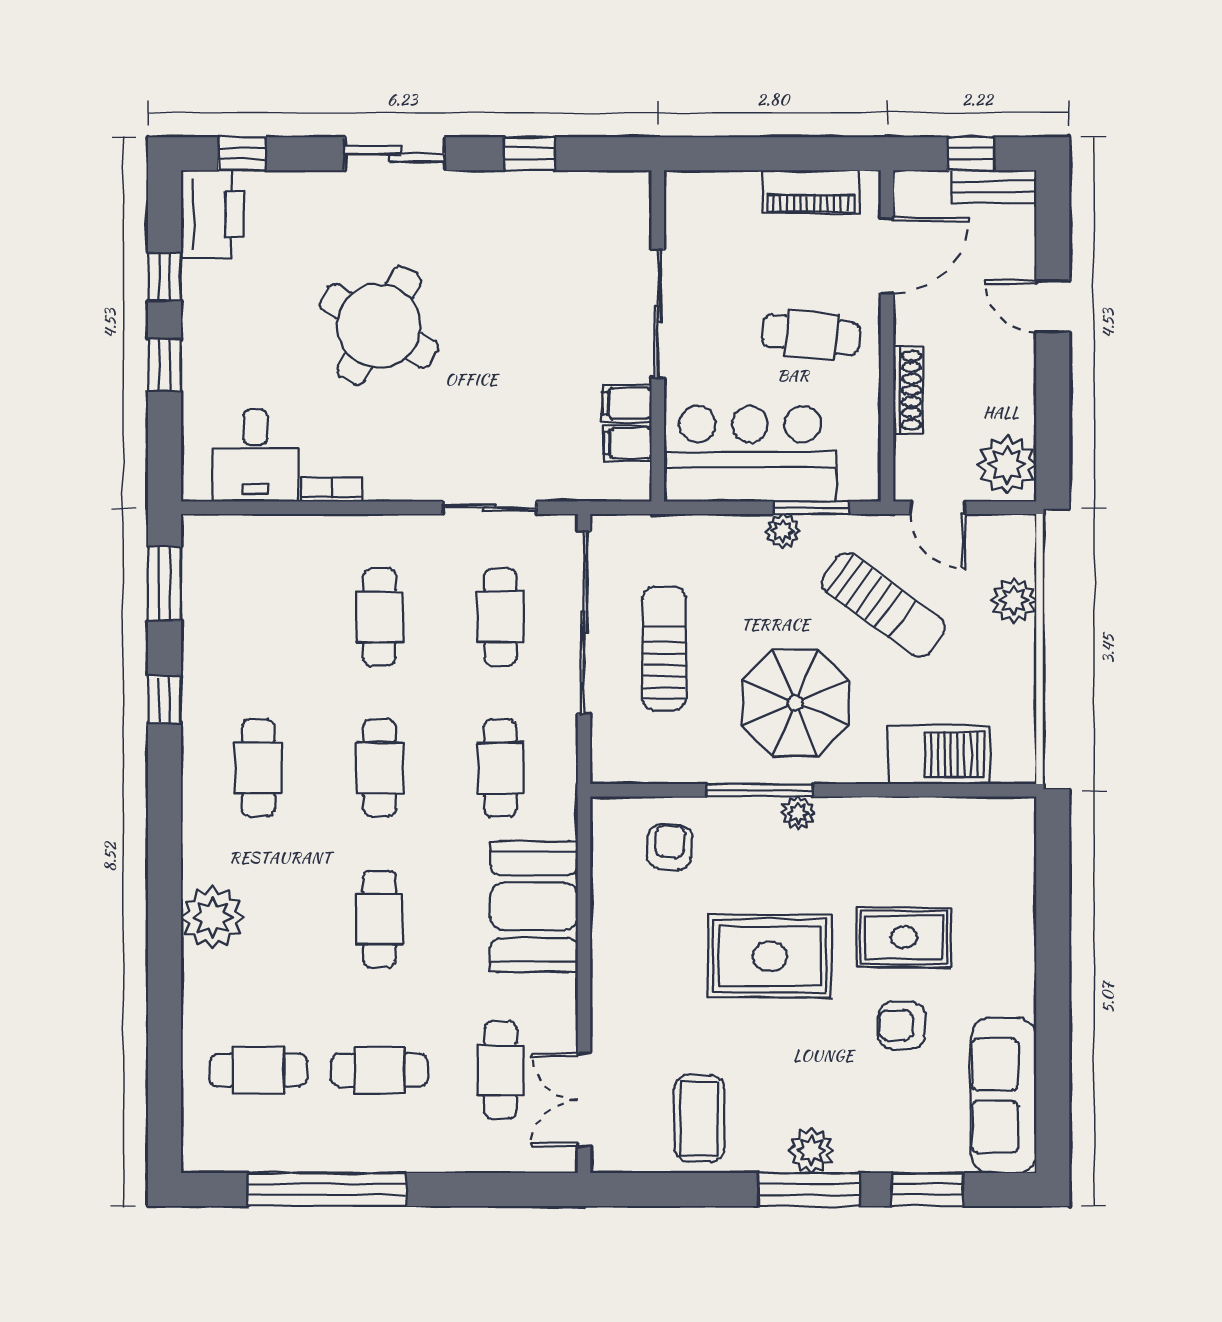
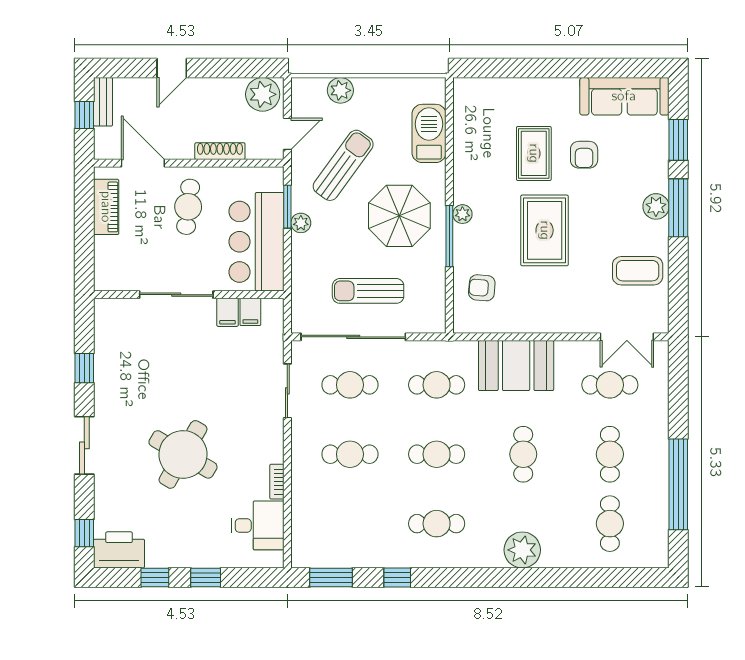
cafe table: (379, 919) -> (523, 454), turned 90

